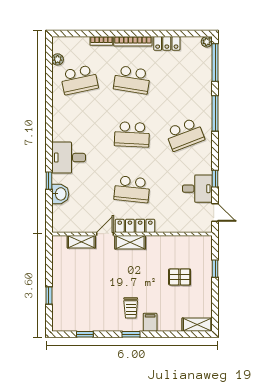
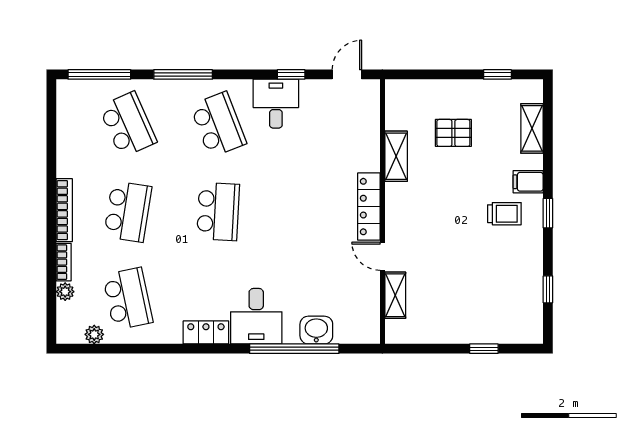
plant: (207, 42) -> (65, 292), moved
locker: (167, 43) -> (206, 332), moved, turned -90
window: (49, 181) -> (294, 349), width x3.17
school desk: (132, 189) -> (128, 124), moved, turned -30
desk: (197, 189) -> (276, 104), moved
shelving: (130, 242) -> (396, 156), moved
window: (215, 269) -> (497, 74), moved
pallet: (180, 277) -> (453, 133), turned 90
shelving: (197, 325) -> (532, 128), moved

